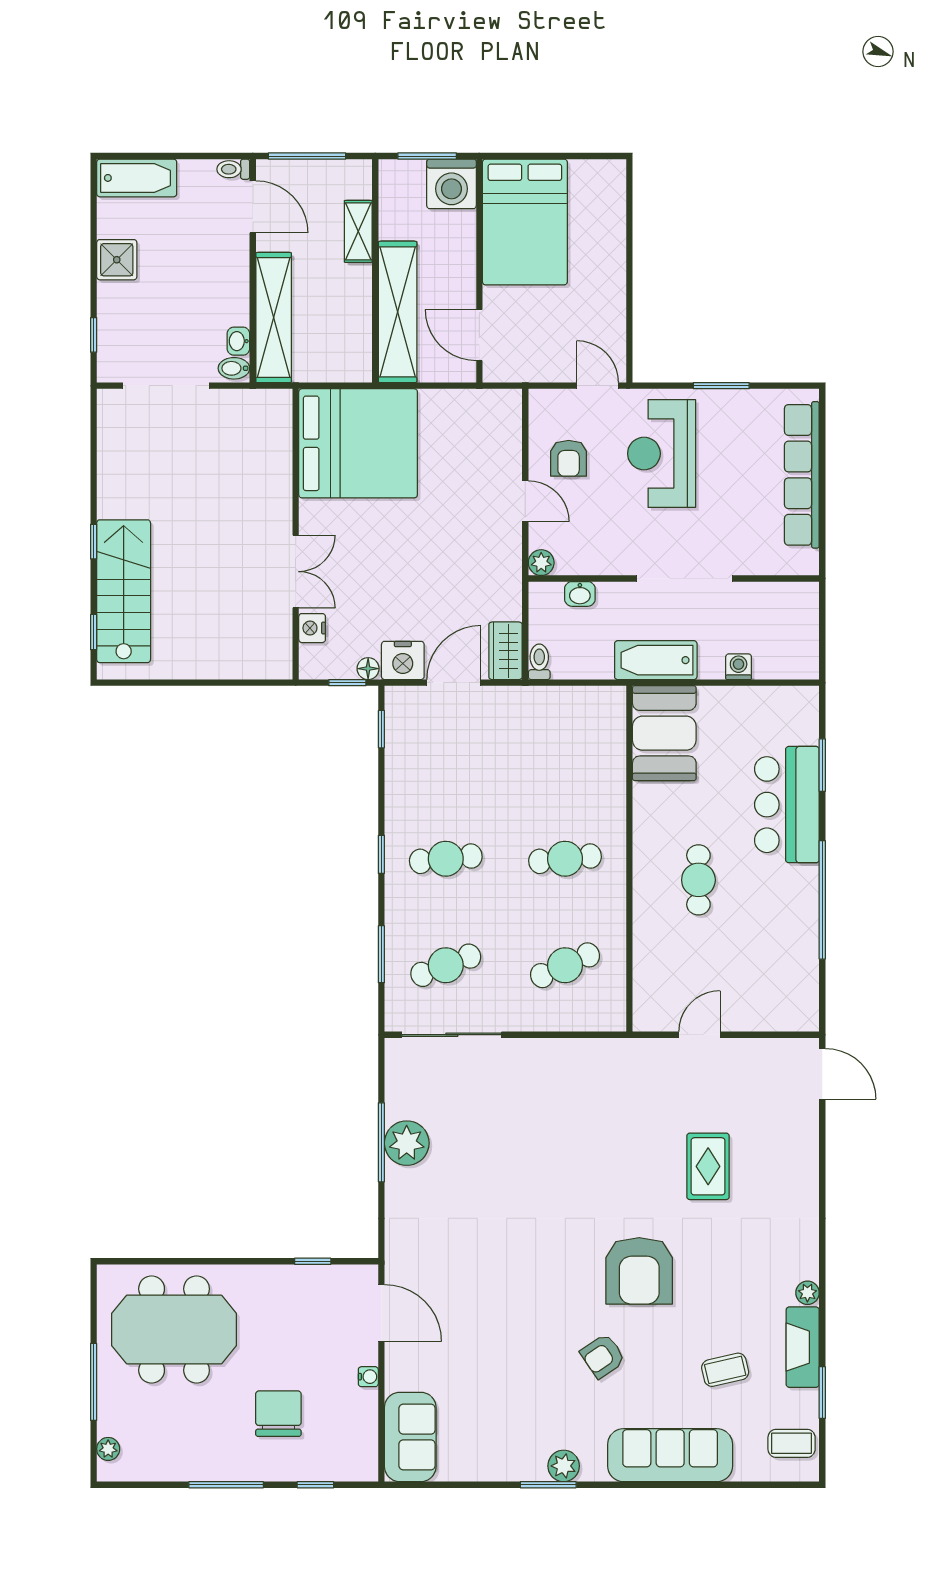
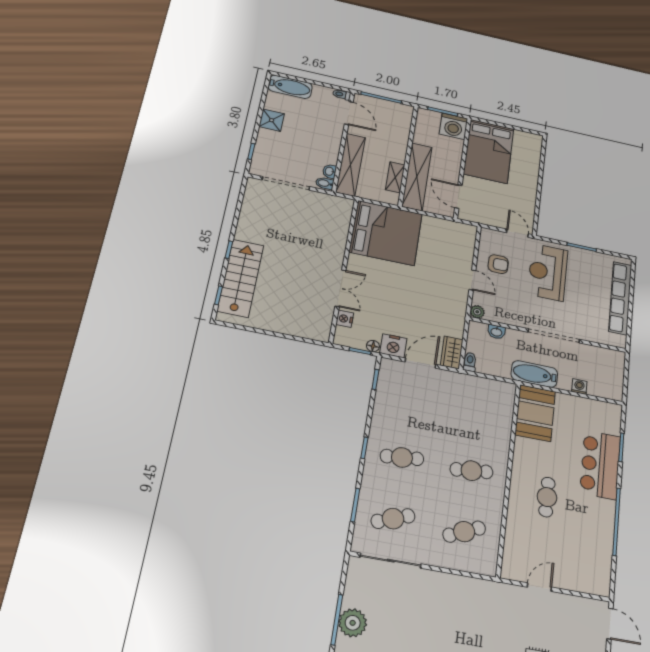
shelving: (358, 231) -> (395, 177), moved
armchair: (569, 458) -> (498, 264), turned -90

